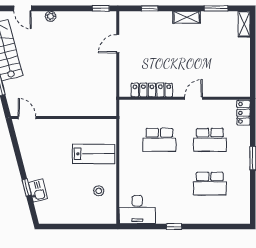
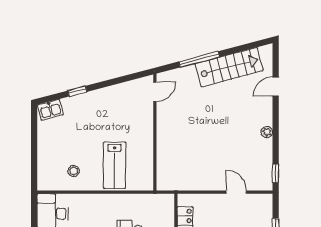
plant: (51, 16) -> (267, 132), moved
kitchen sink: (38, 191) -> (50, 110), moved

